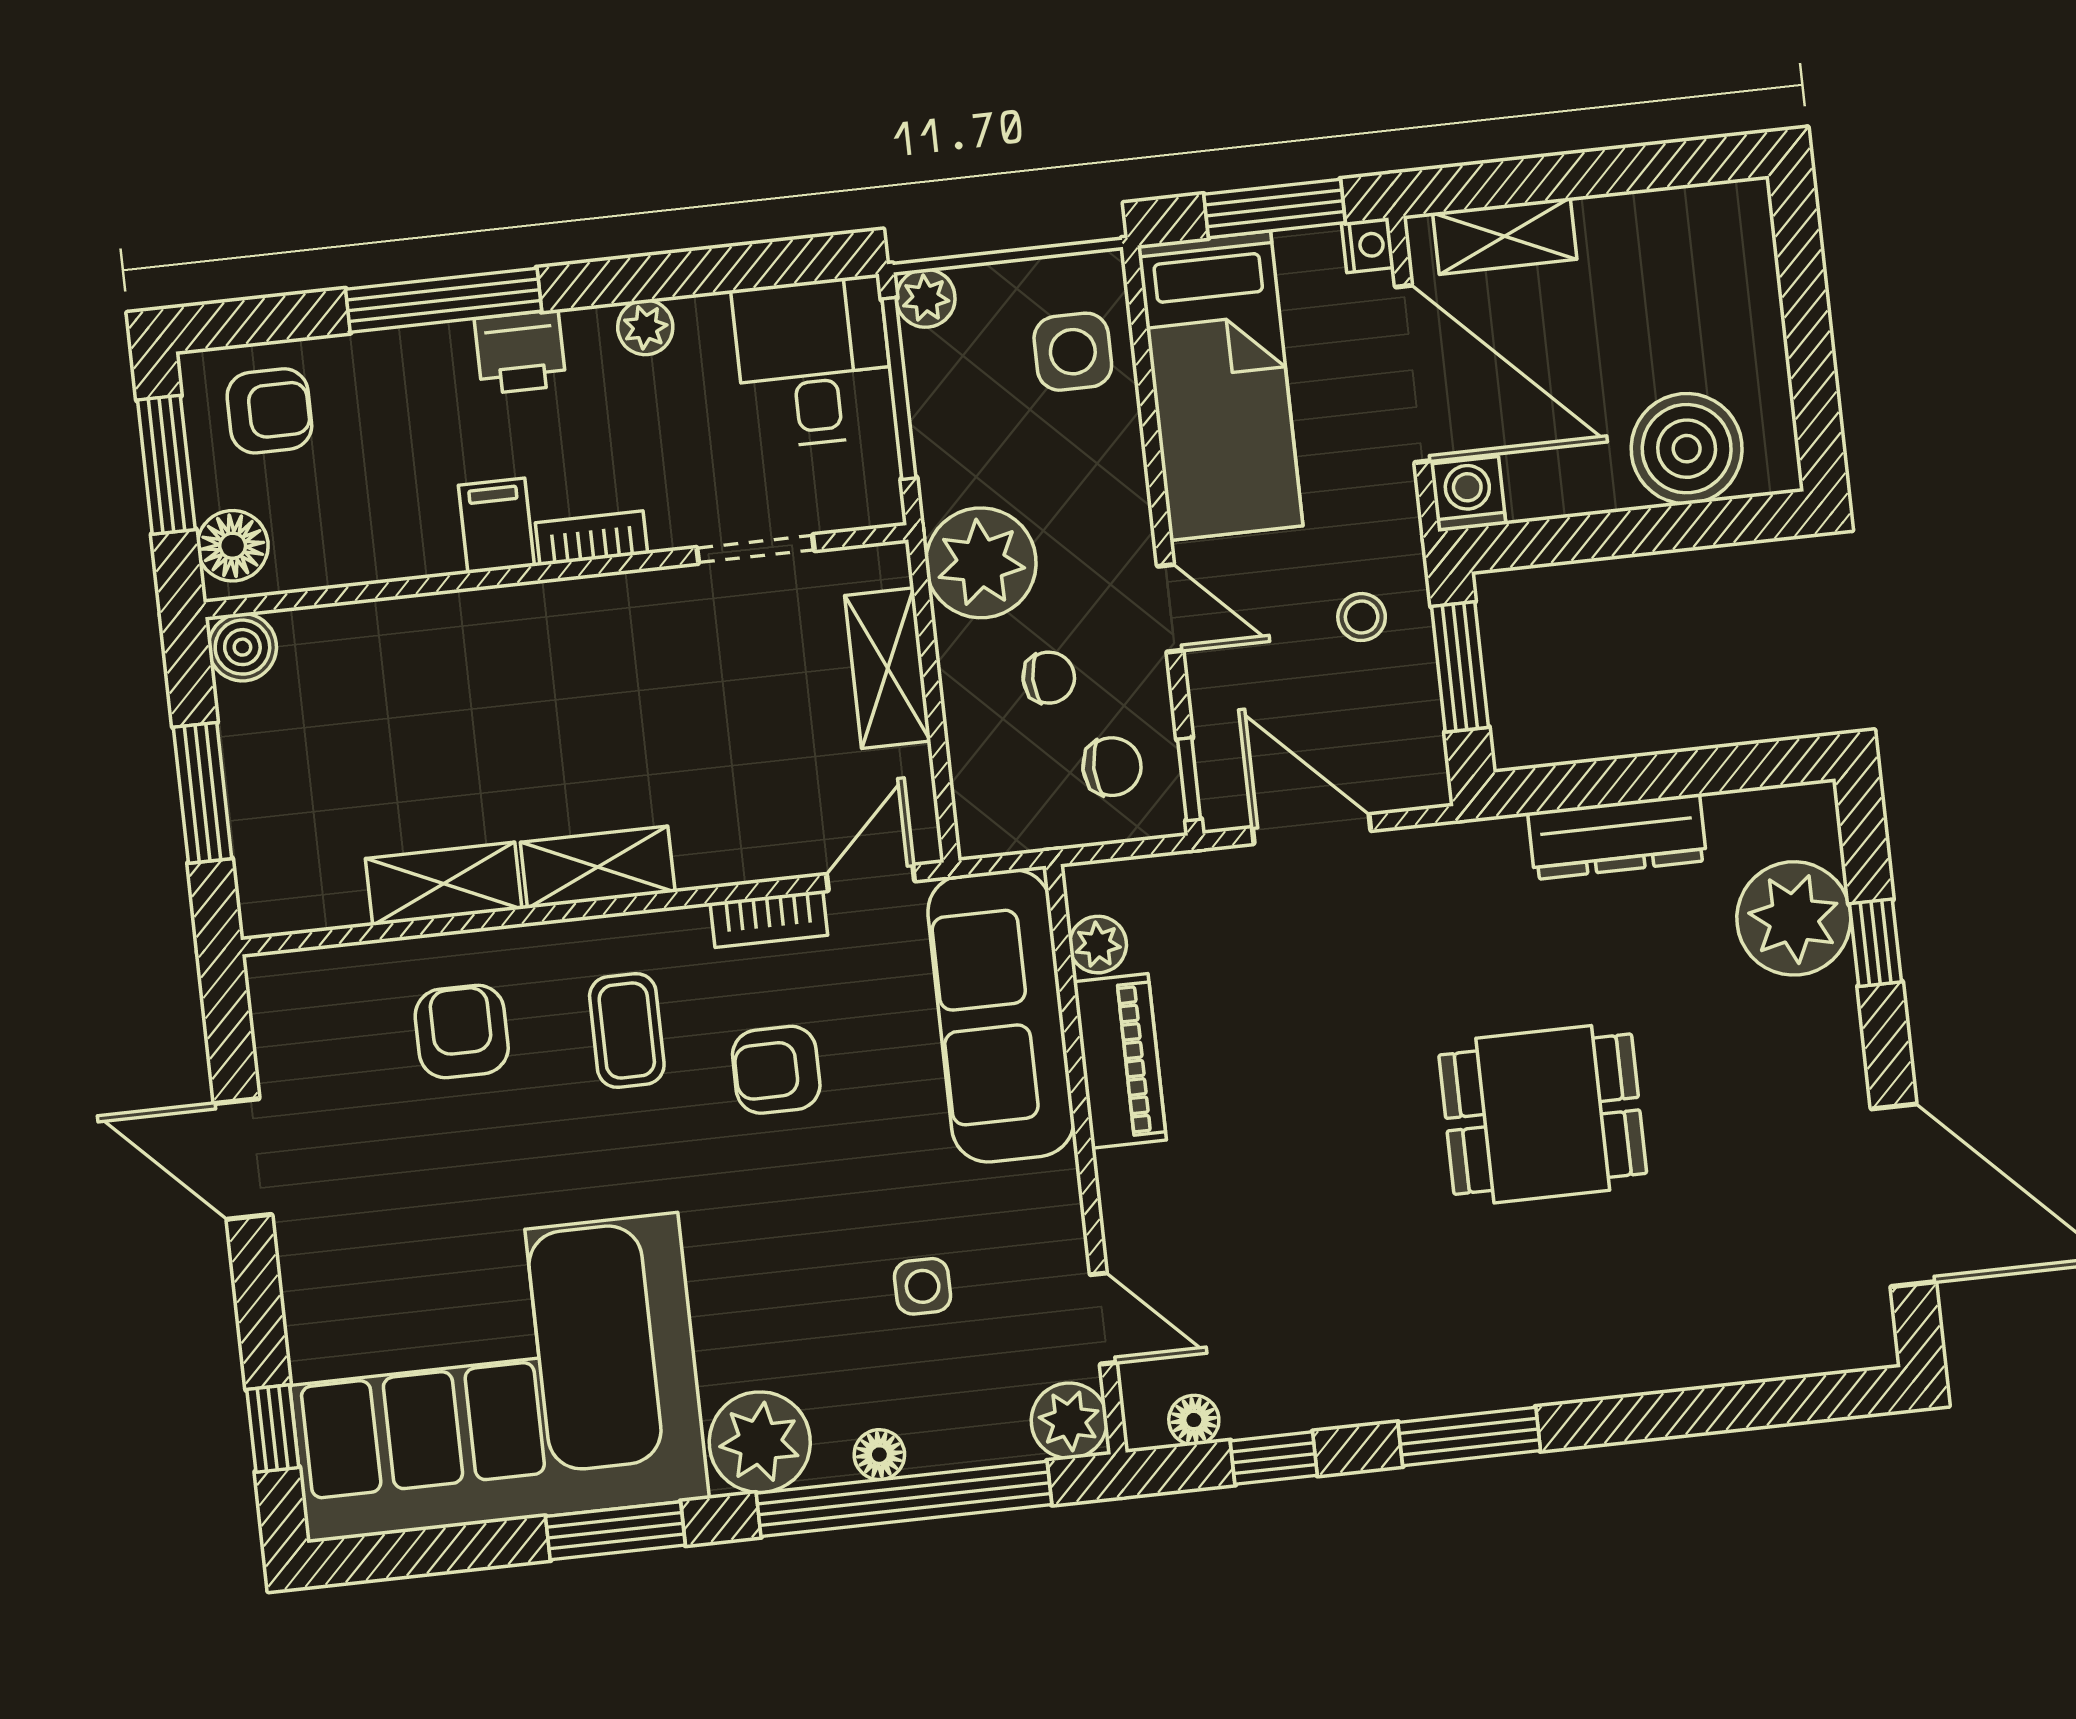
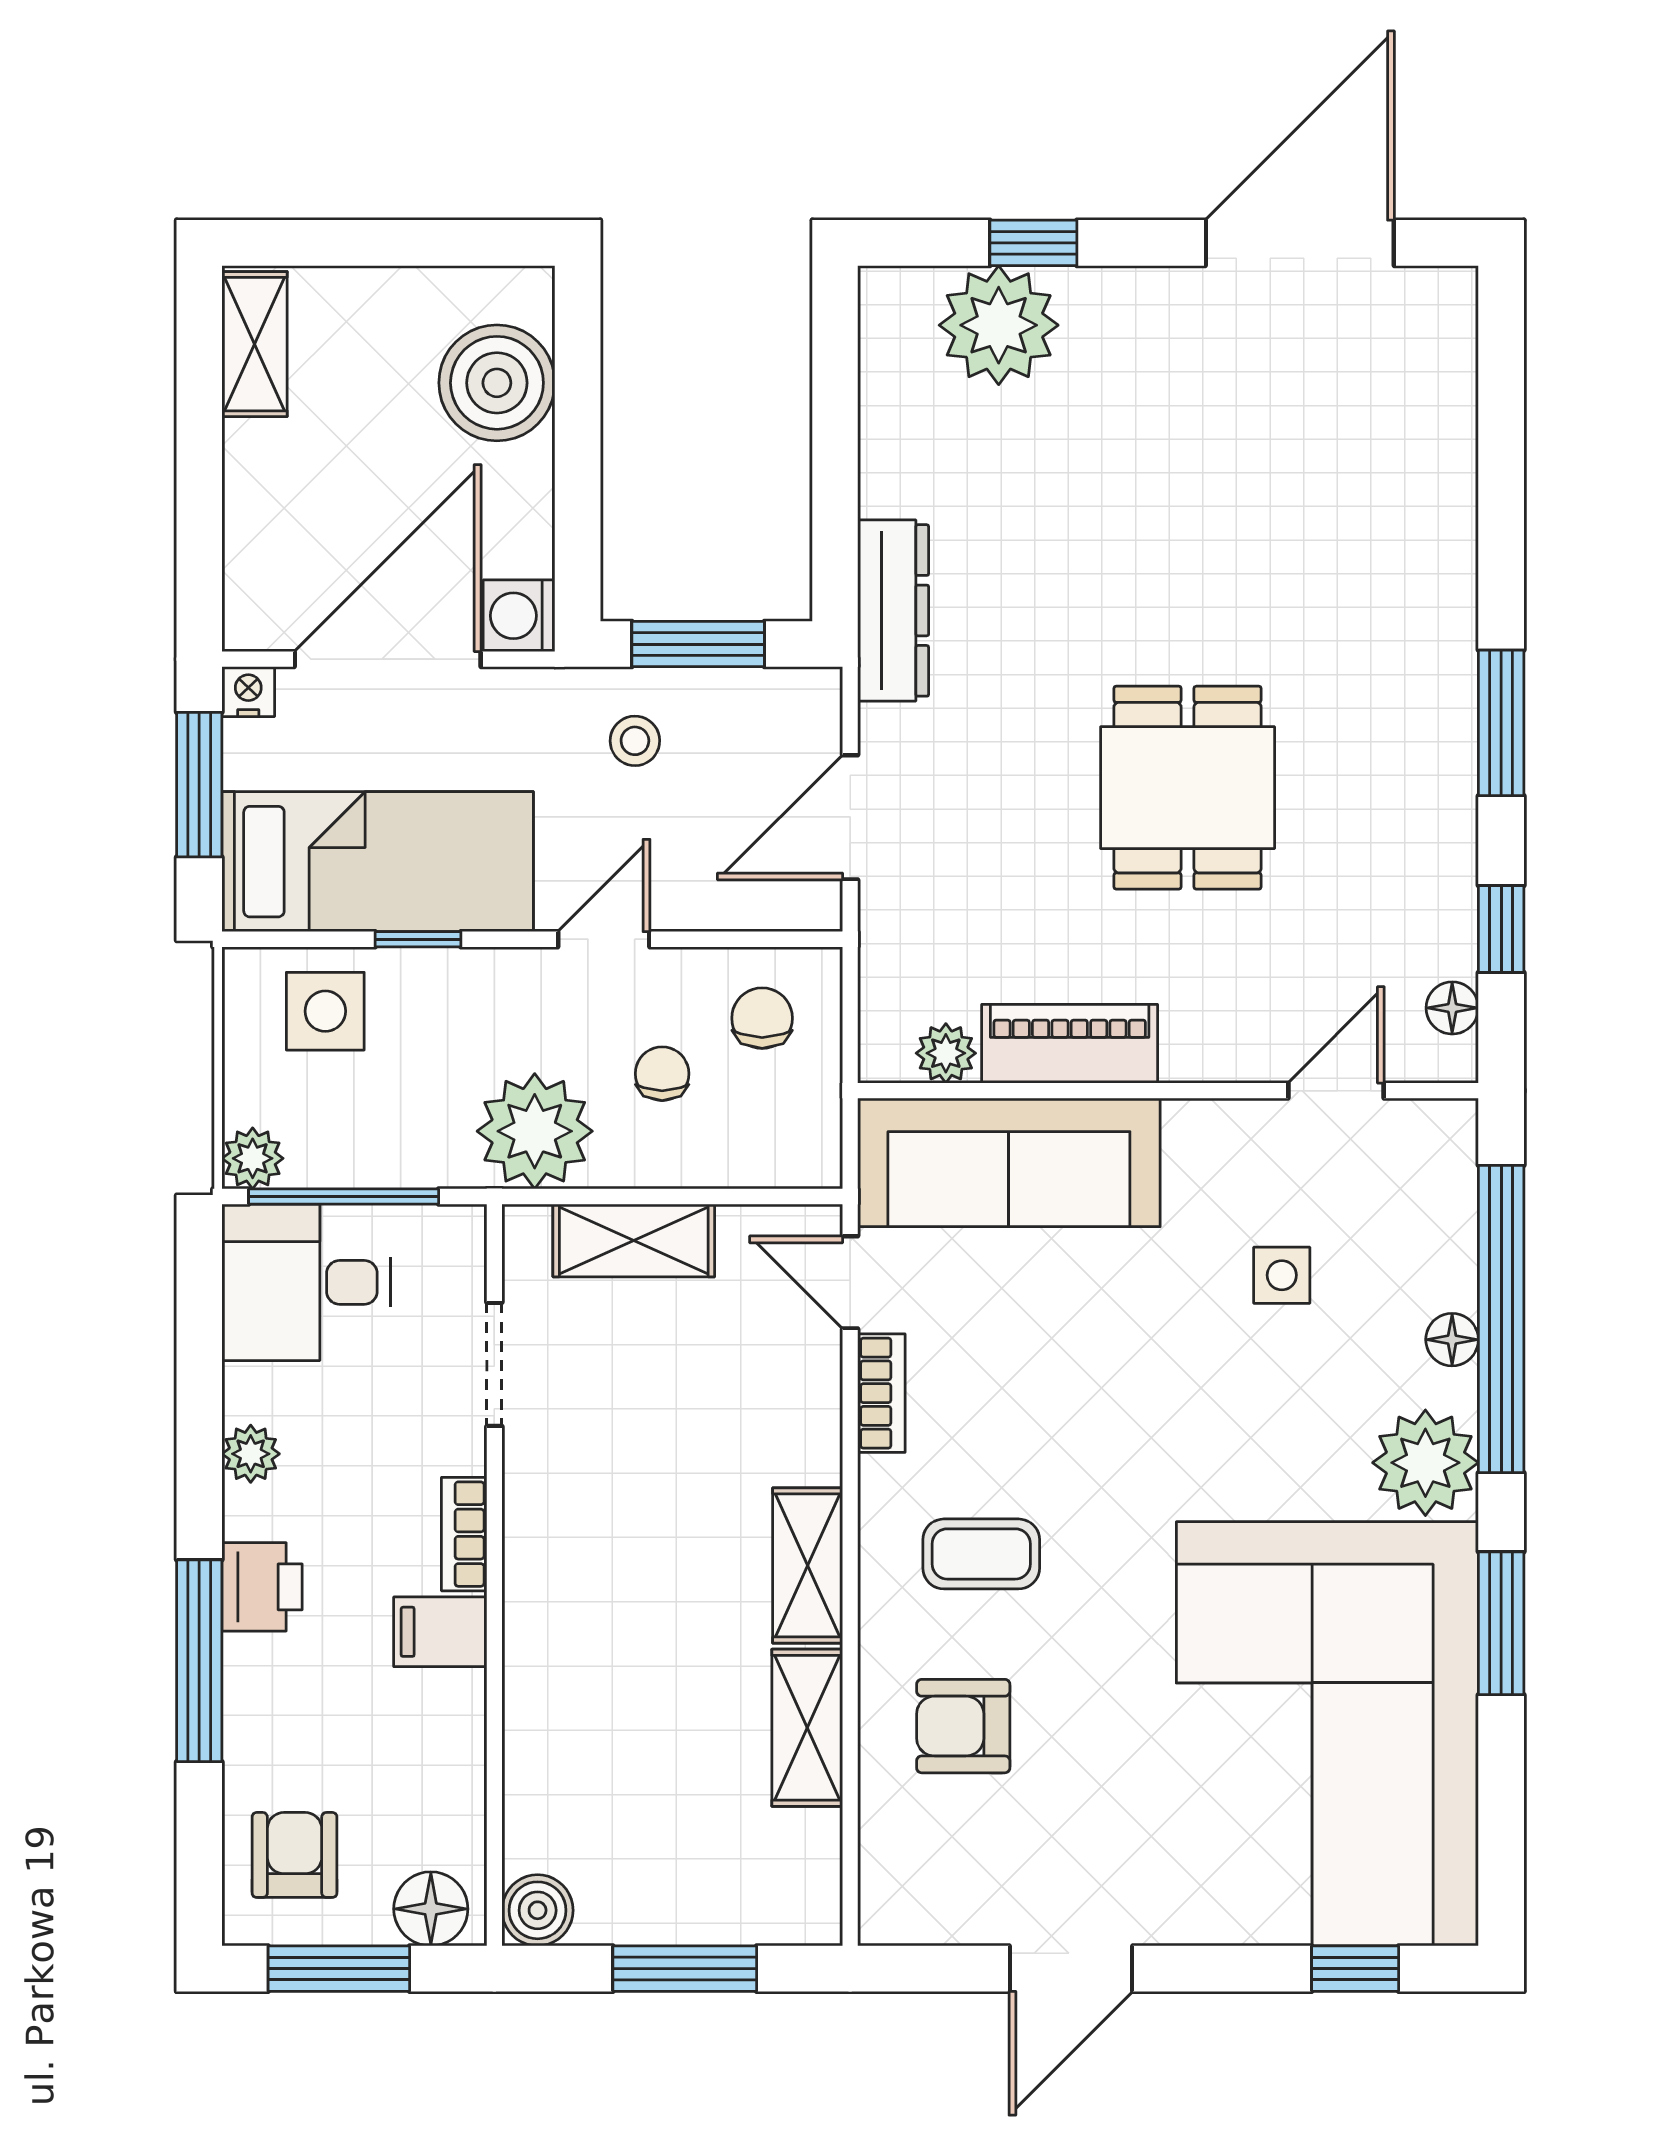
shelving: (1505, 236) -> (255, 344), moved
window: (1189, 779) -> (418, 939), moved
dresser: (1617, 837) -> (893, 610), moved
armchair: (776, 1070) -> (1039, 1403), removed
dining table: (1543, 1114) -> (1188, 788), moved
plant: (1069, 1421) -> (1439, 1138), removed

